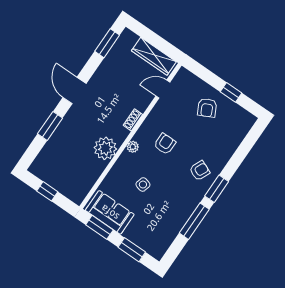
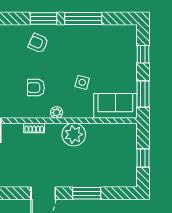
sofa: (110, 212) -> (115, 106), moved, turned 90
window: (132, 250) -> (143, 54), width x0.67

